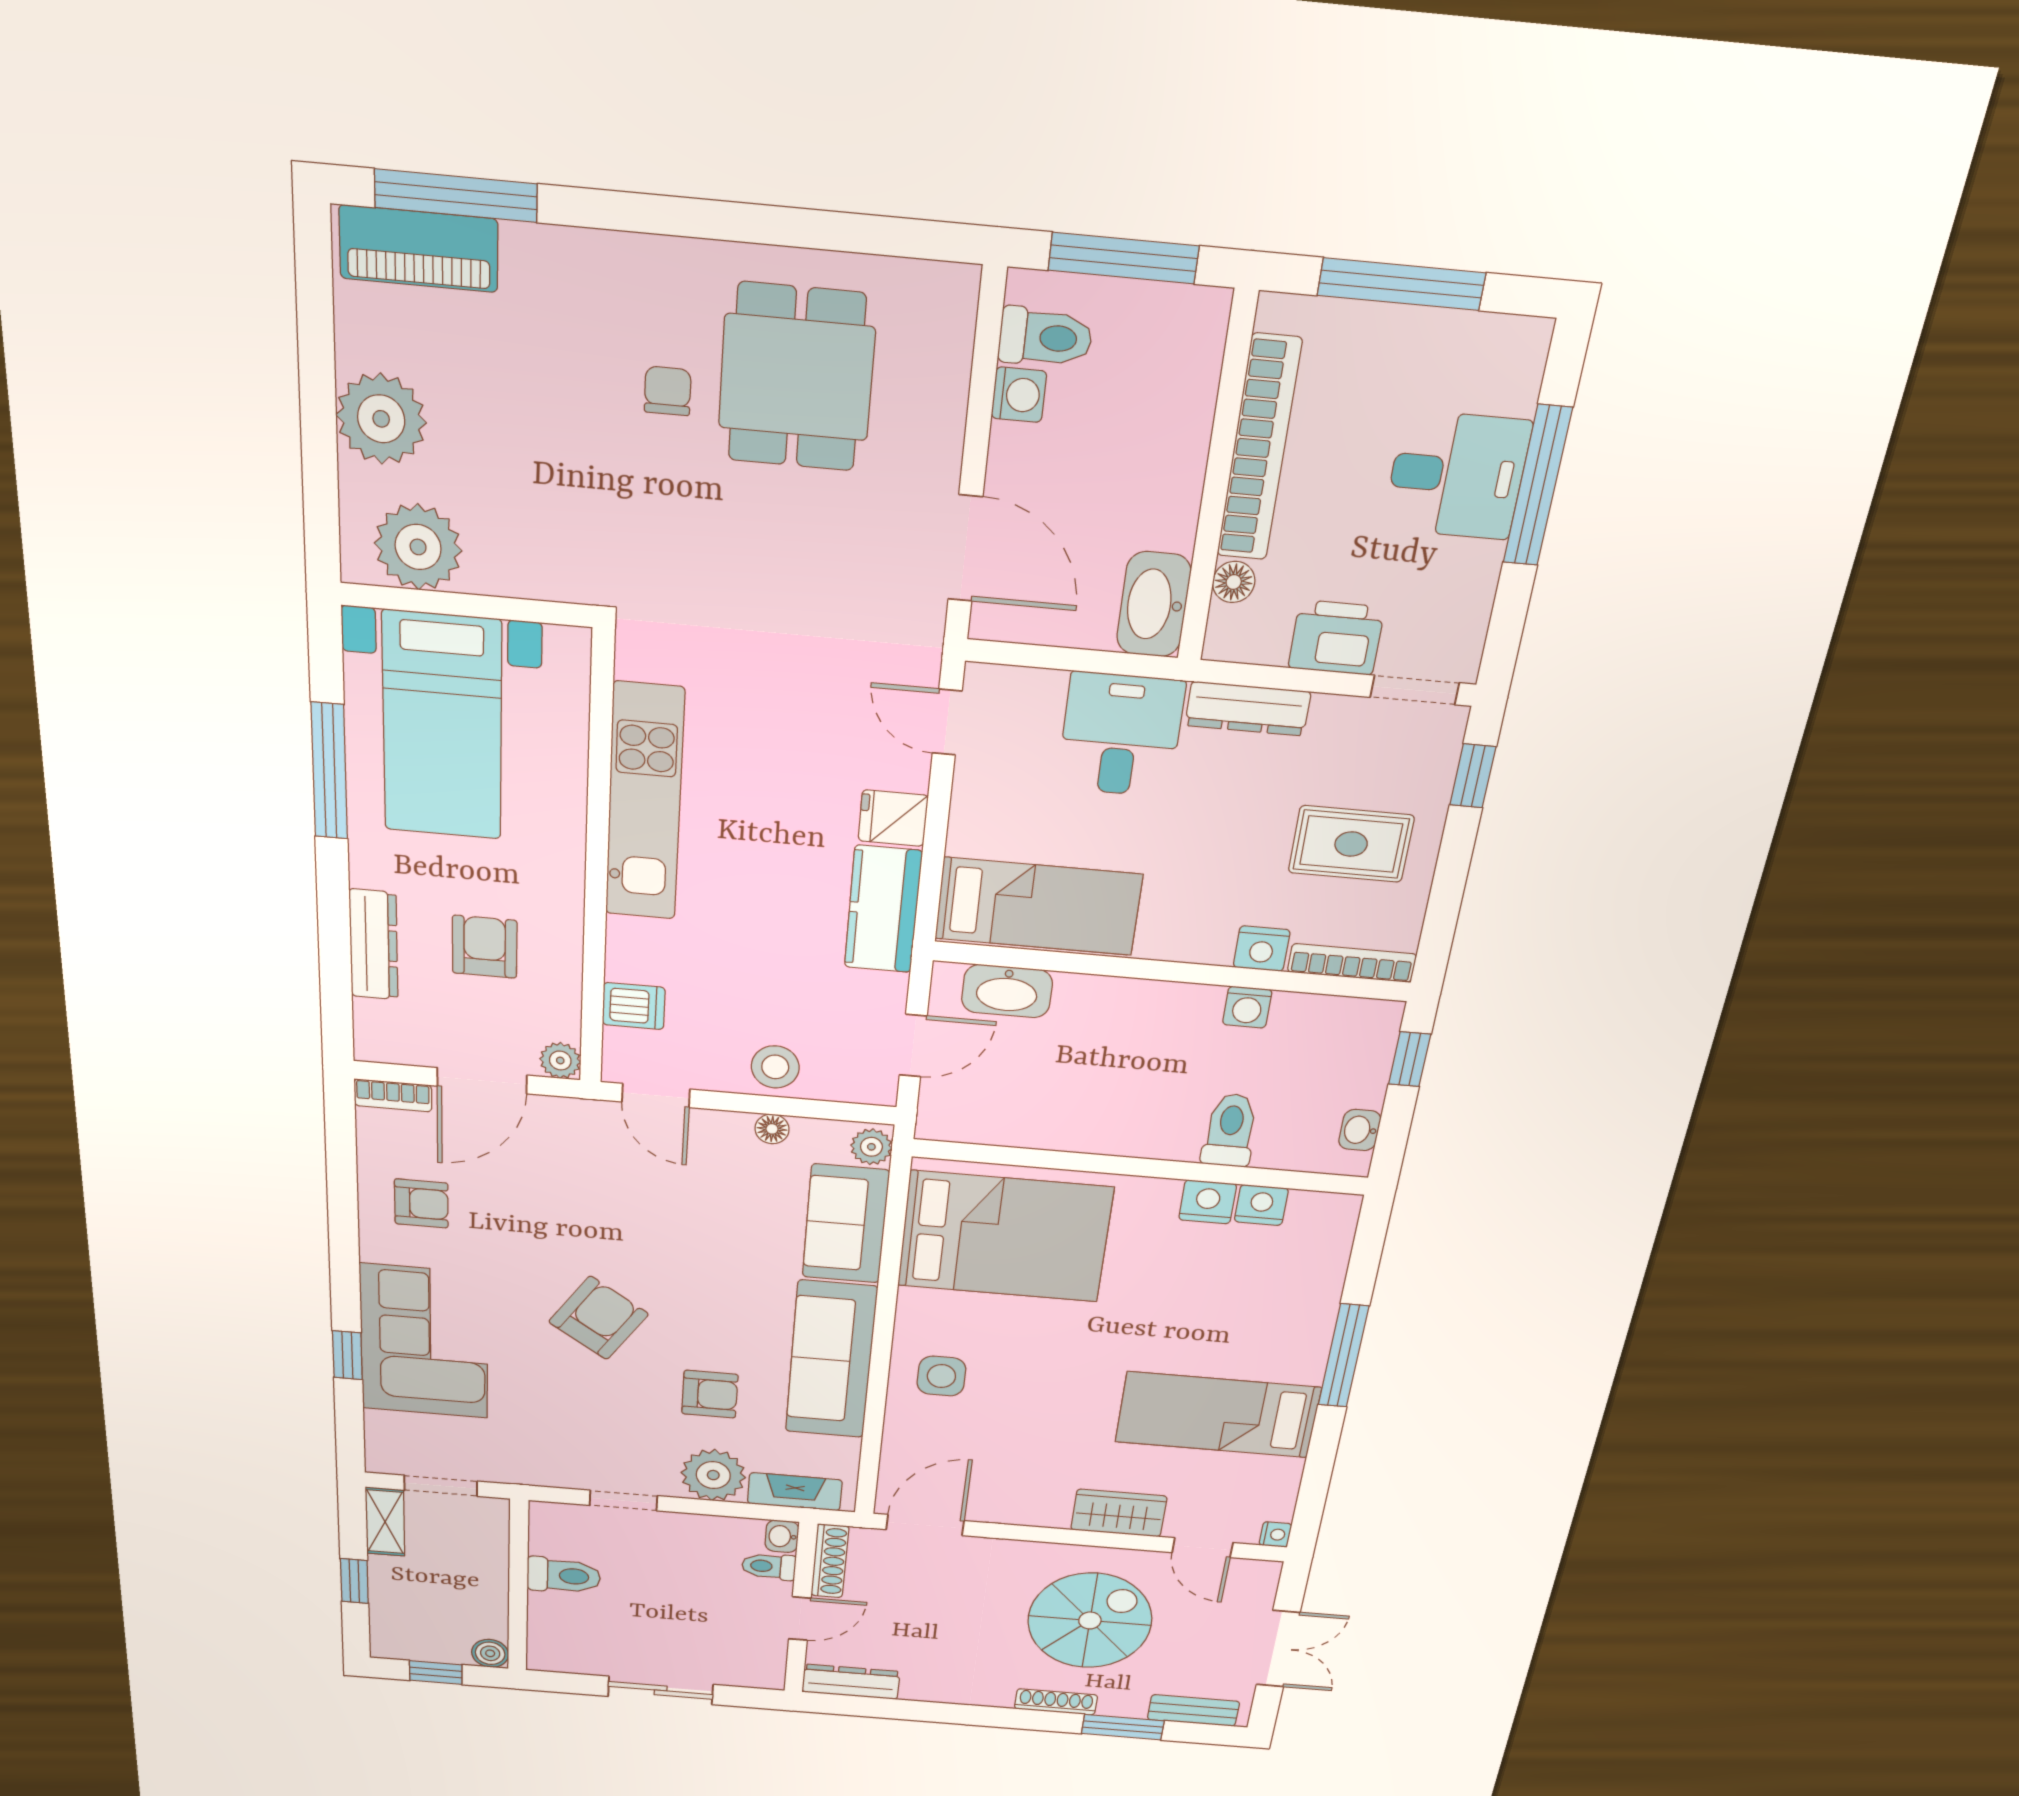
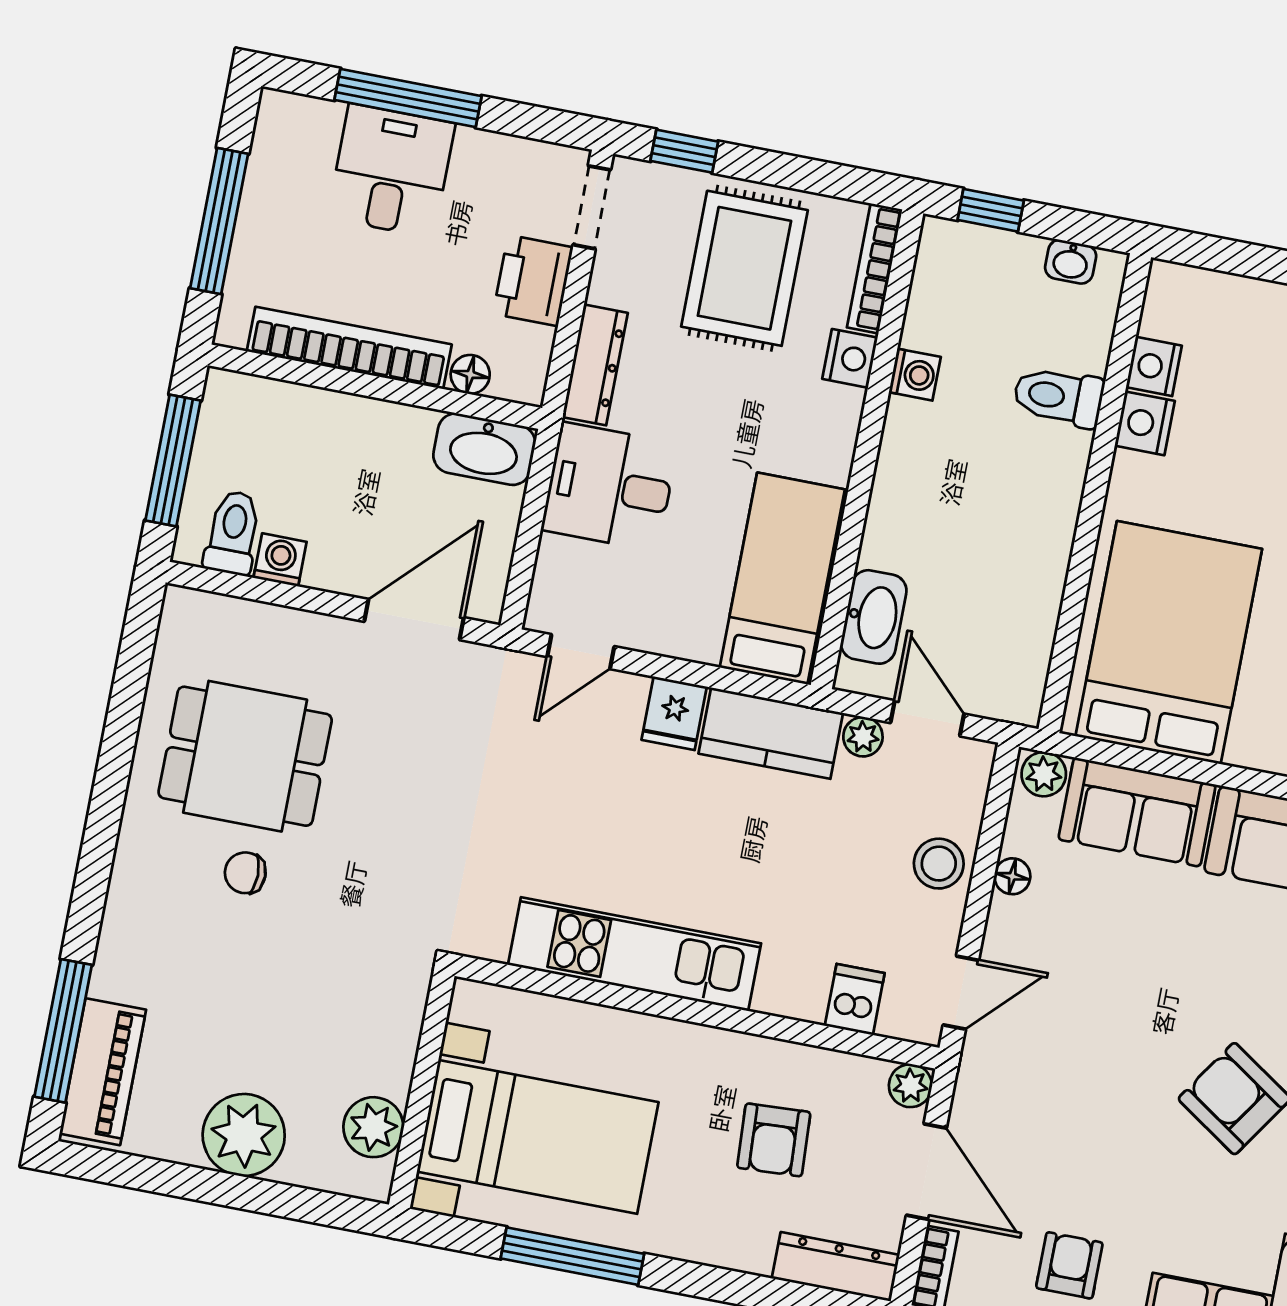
plant: (418, 547) -> (373, 1127), width x0.73, depth x0.73
rug: (1351, 844) -> (744, 268), width x1.36, depth x1.43
dresser: (374, 945) -> (836, 1267), moved
armchair: (485, 947) -> (774, 1140), turned -93
plant: (889, 992) -> (863, 737), added

